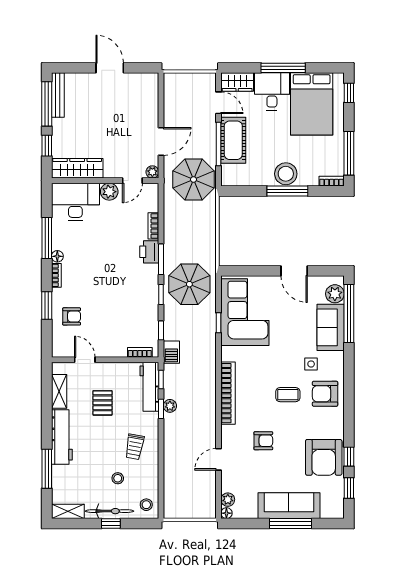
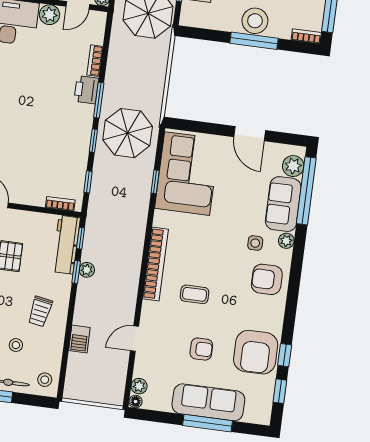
barbecue: (171, 352) -> (79, 339), moved
plant: (337, 359) -> (286, 241), added
coffee table: (288, 395) -> (195, 294), moved
armchair: (263, 441) -> (201, 349), moved

